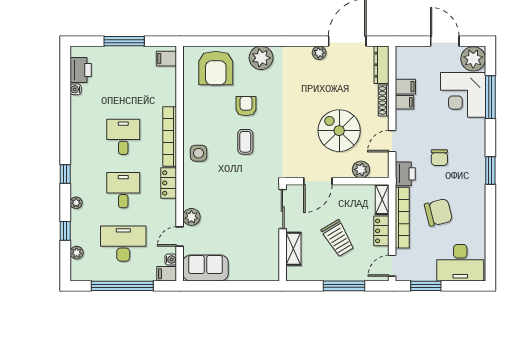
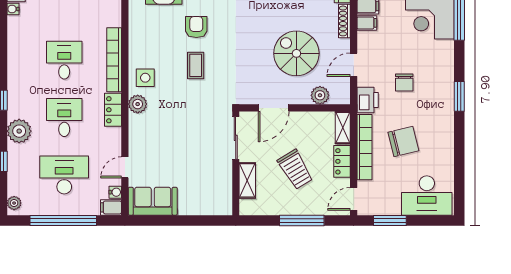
plant: (76, 203) -> (19, 131), width x1.87, depth x1.87
plant: (191, 217) -> (138, 104), moved
plant: (77, 253) -> (14, 203), moved

